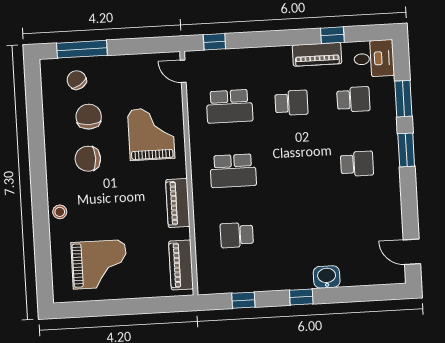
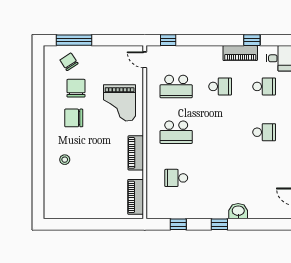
grand piano: (151, 134) -> (120, 103), turned 180
stool: (60, 212) -> (65, 160), moved
grand piano: (99, 264) -> (78, 193), removed

